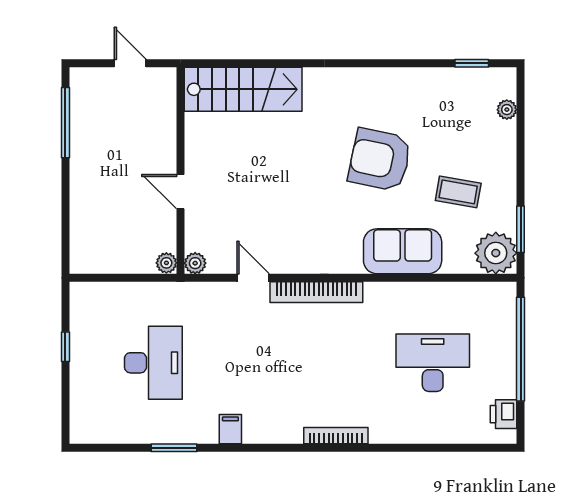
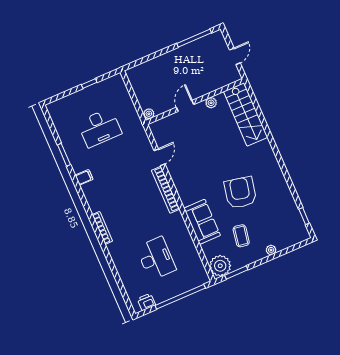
plant: (507, 110) -> (271, 250), moved
plant: (195, 263) -> (211, 103), moved

